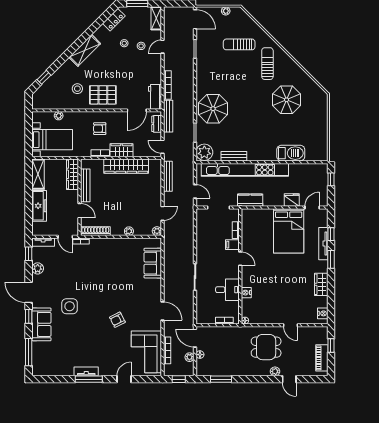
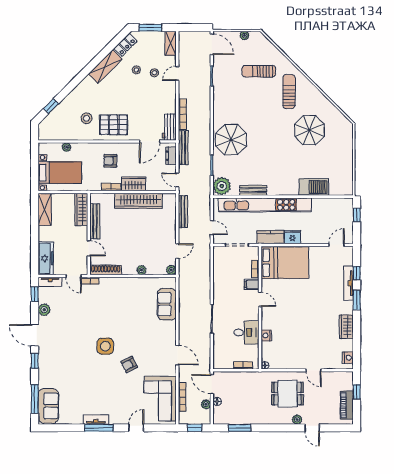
shelving: (85, 50) -> (105, 67), moved
fridge: (292, 200) -> (293, 237), moved
freezer: (39, 206) -> (46, 258), moved
bed: (289, 231) -> (285, 263), moved, turned -90
side table: (70, 306) -> (105, 346), moved
sofa: (41, 324) -> (48, 406), moved

